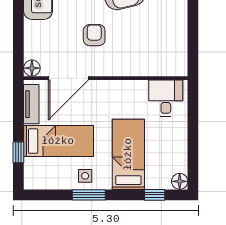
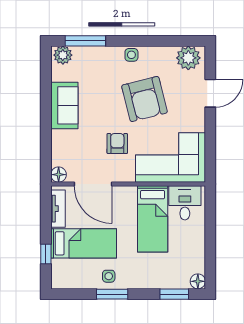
corner sofa: (151, 50) -> (171, 157), added
door: (68, 78) -> (93, 184), hinge flipped
bed: (128, 154) -> (153, 219), moved, turned 180
window: (155, 195) -> (174, 294), width x1.50

